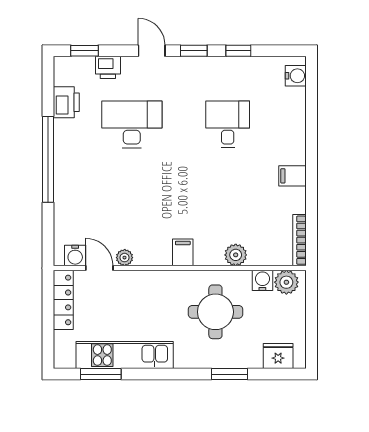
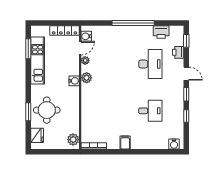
door: (152, 51) -> (186, 74), hinge flipped
filing cabinet: (183, 252) -> (88, 89), removed
plant: (236, 255) -> (87, 78), moved
water cooler: (262, 280) -> (74, 81), moved
round table: (215, 312) -> (47, 110), moved

